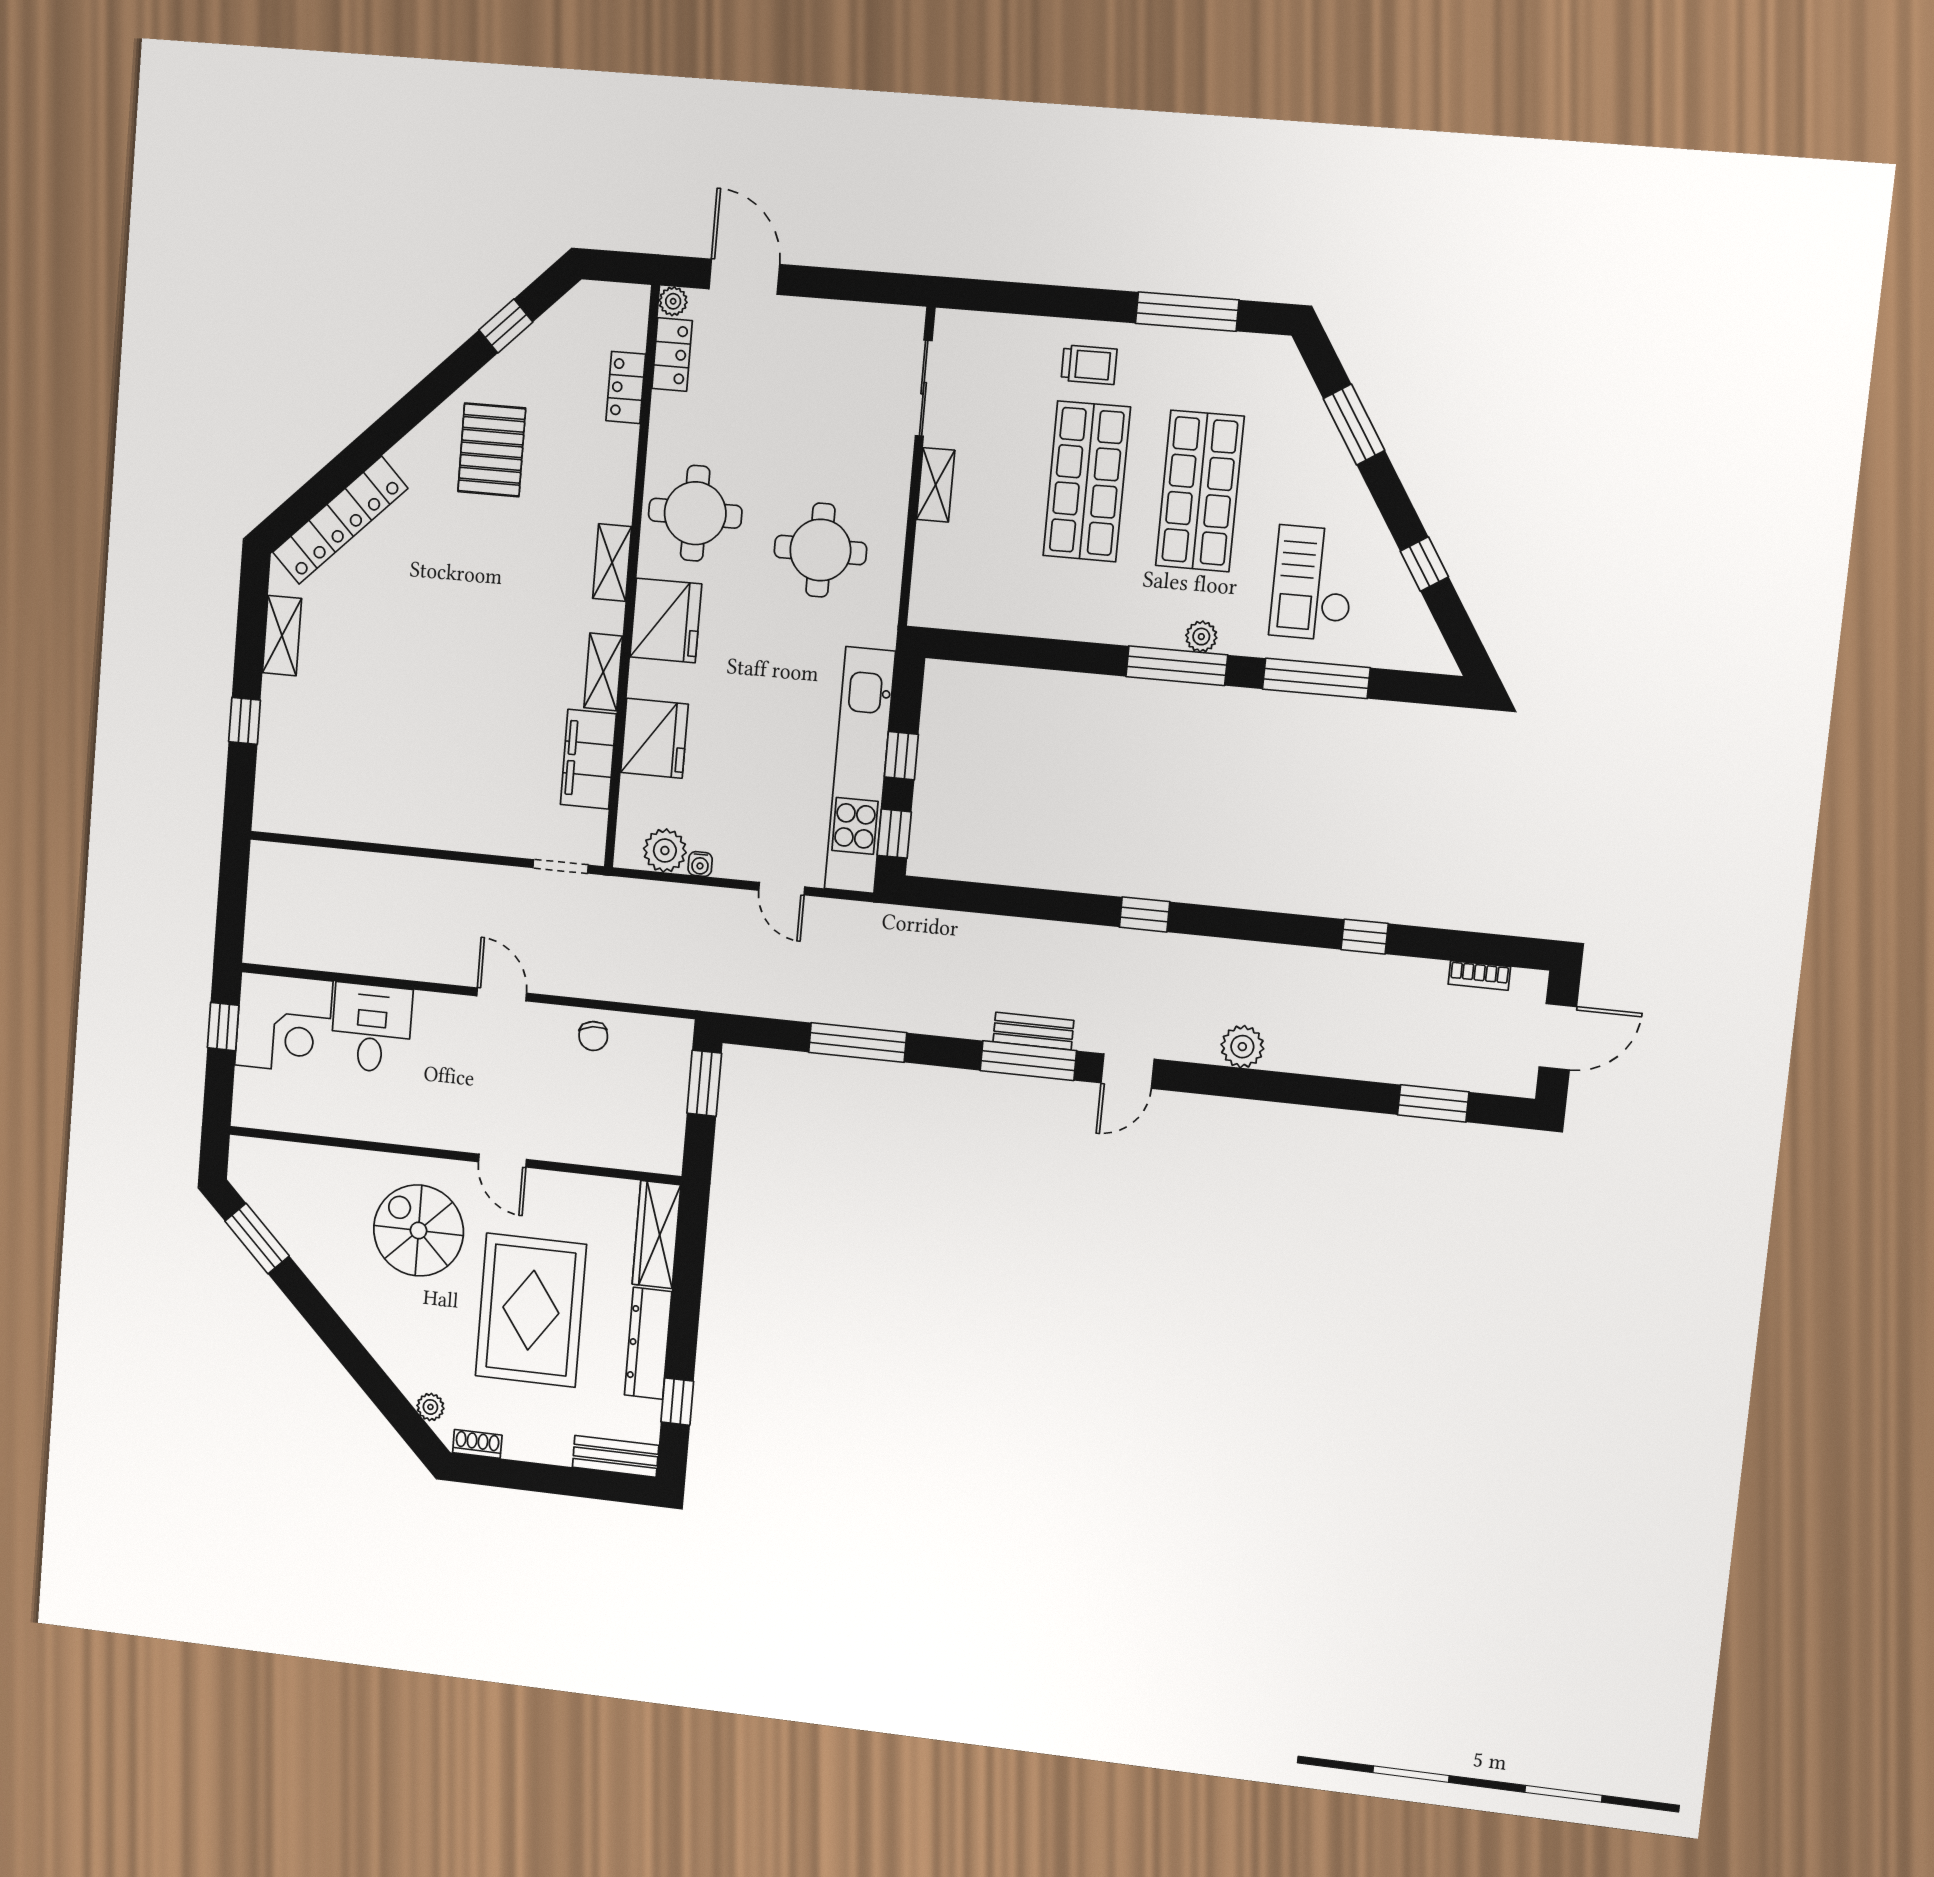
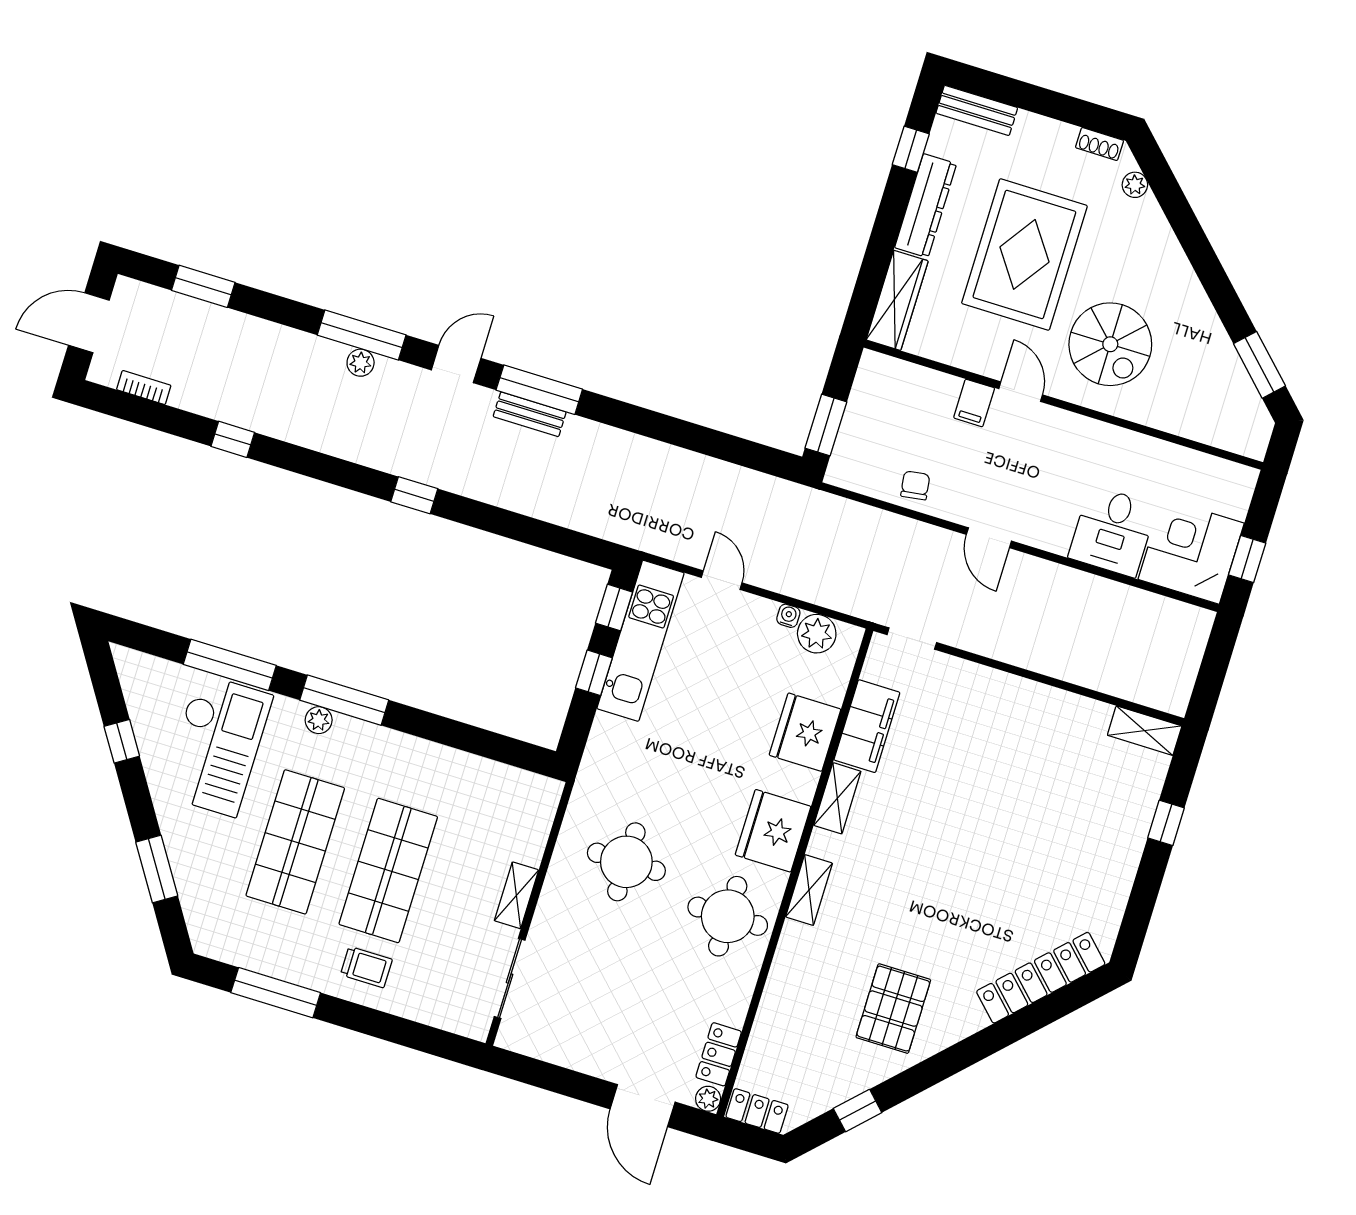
trolley: (1089, 365) -> (366, 967), turned 180
locker: (626, 387) -> (757, 1111), moved, turned -90
checkout: (1313, 583) -> (217, 745), width x1.36, depth x1.21
shelving: (282, 636) -> (1145, 731), moved, turned 90
kitchen unit: (860, 770) -> (641, 641), width x0.73
window: (858, 1043) -> (362, 335), moved
plant: (1242, 1047) -> (361, 363), width x0.73, depth x0.73
filing cabinet: (550, 1139) -> (974, 403), added

